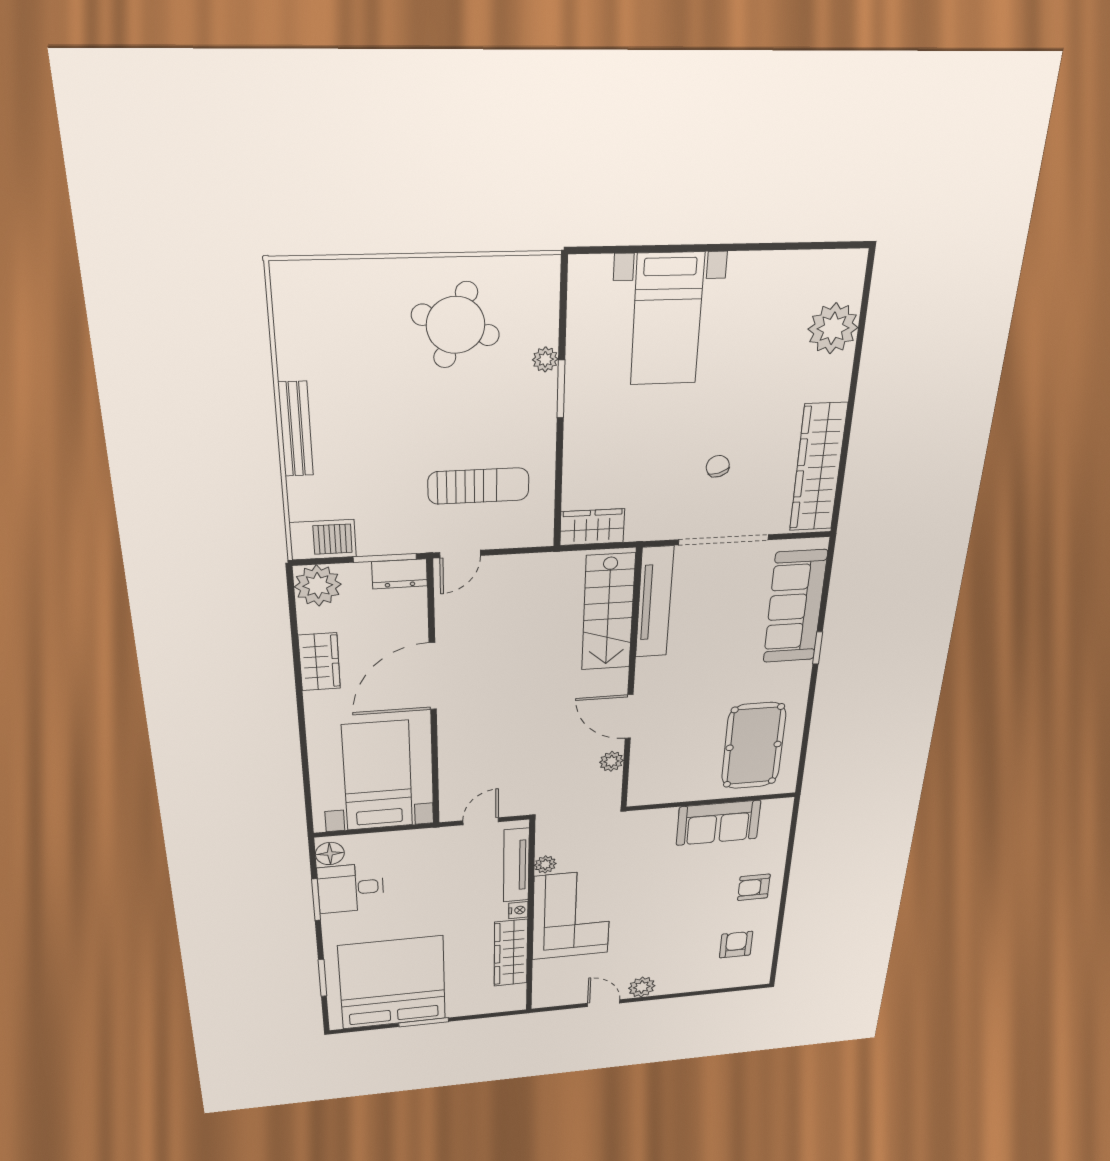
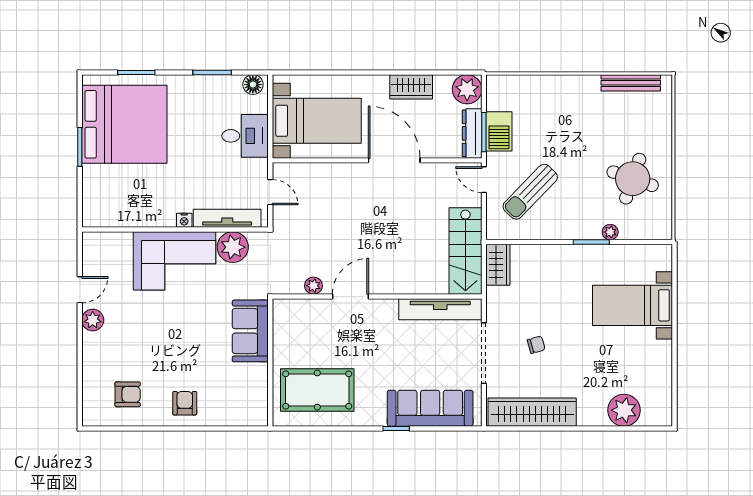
bench: (296, 429) -> (631, 83), moved
sun lounger: (478, 486) -> (530, 192), turned 44
barbecue: (323, 540) -> (499, 131), moved
dresser: (400, 574) -> (472, 133), width x1.44
stairs: (608, 612) -> (465, 251), moved, turned -90
sofa: (718, 823) -> (250, 331), moved
plant: (545, 864) -> (233, 247), width x1.88, depth x1.88
desk: (351, 888) -> (245, 136), moved, turned 90
wardrobe: (511, 953) -> (142, 215), removed

